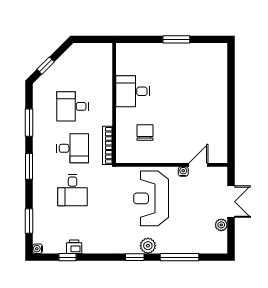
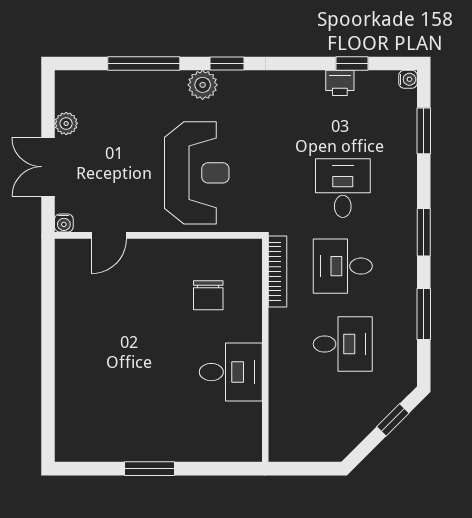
water cooler: (183, 171) -> (64, 223), moved

